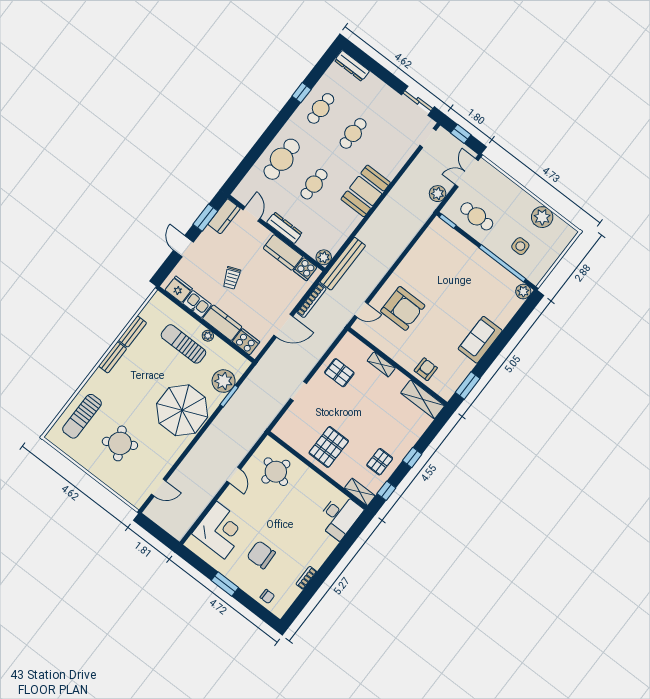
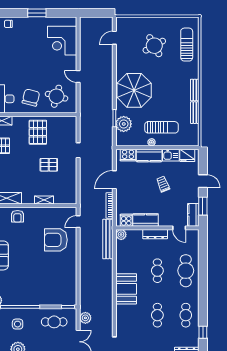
window: (302, 93) -> (203, 332), moved
pallet: (339, 373) -> (49, 165), moved
chair: (261, 555) -> (31, 98), moved, turned -74

